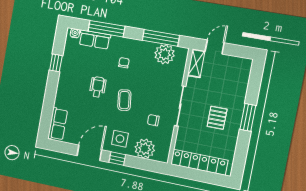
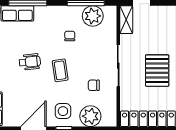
chair: (124, 63) -> (70, 36), moved
wheelchair: (98, 87) -> (30, 62), turned 84
pallet: (217, 118) -> (157, 71), width x1.50, depth x1.42

